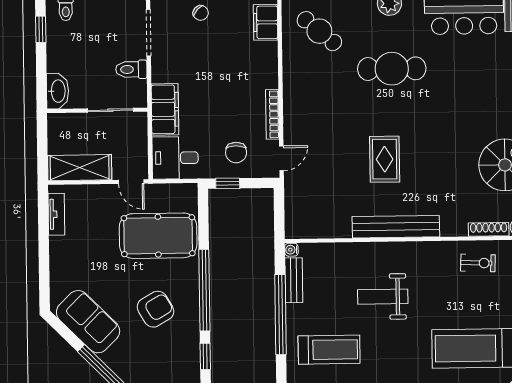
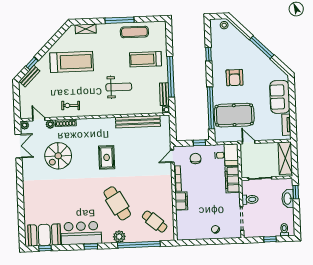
filing cabinet: (266, 22) -> (181, 201), moved
window: (41, 29) -> (296, 192), moved
cafe table: (392, 69) -> (117, 203), turned 60
washbasin: (58, 91) -> (288, 199), moved
rug: (385, 159) -> (107, 157), moved
shelving: (80, 168) -> (285, 158), moved, turned 90
bench: (396, 227) -> (138, 122), moved
window: (204, 290) -> (211, 108), moved
armchair: (155, 309) -> (235, 78), turned -60
sofa: (88, 322) -> (280, 97), moved, turned 45

